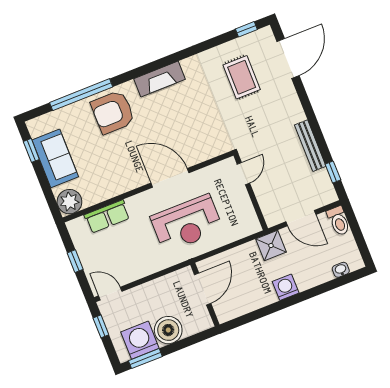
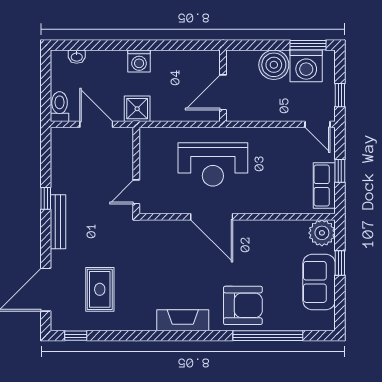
bench: (310, 146) -> (58, 222), moved
window: (31, 150) -> (340, 263), moved
window: (333, 172) -> (46, 198), moved
row of seats: (107, 216) -> (324, 185), moved, turned -90
reception desk: (187, 223) -> (213, 164), turned 180

